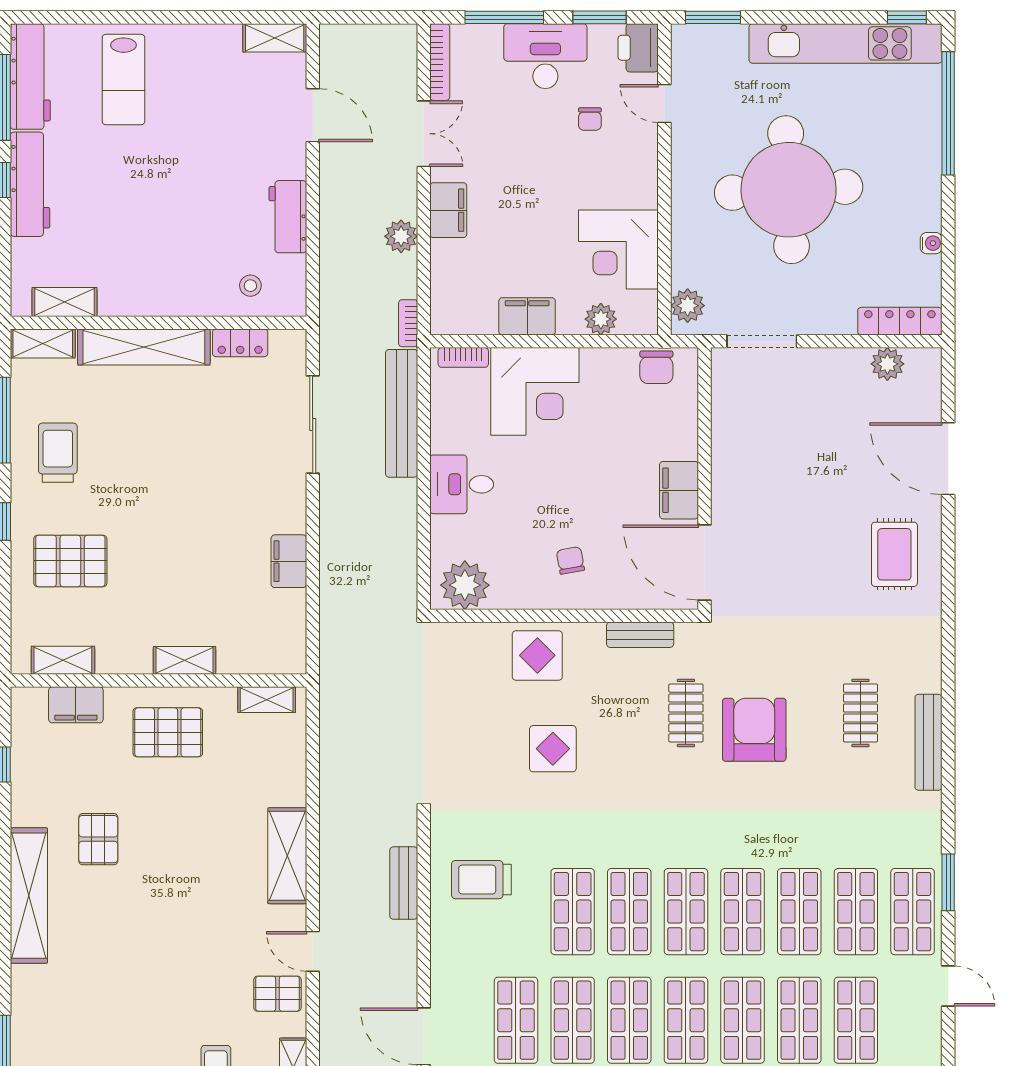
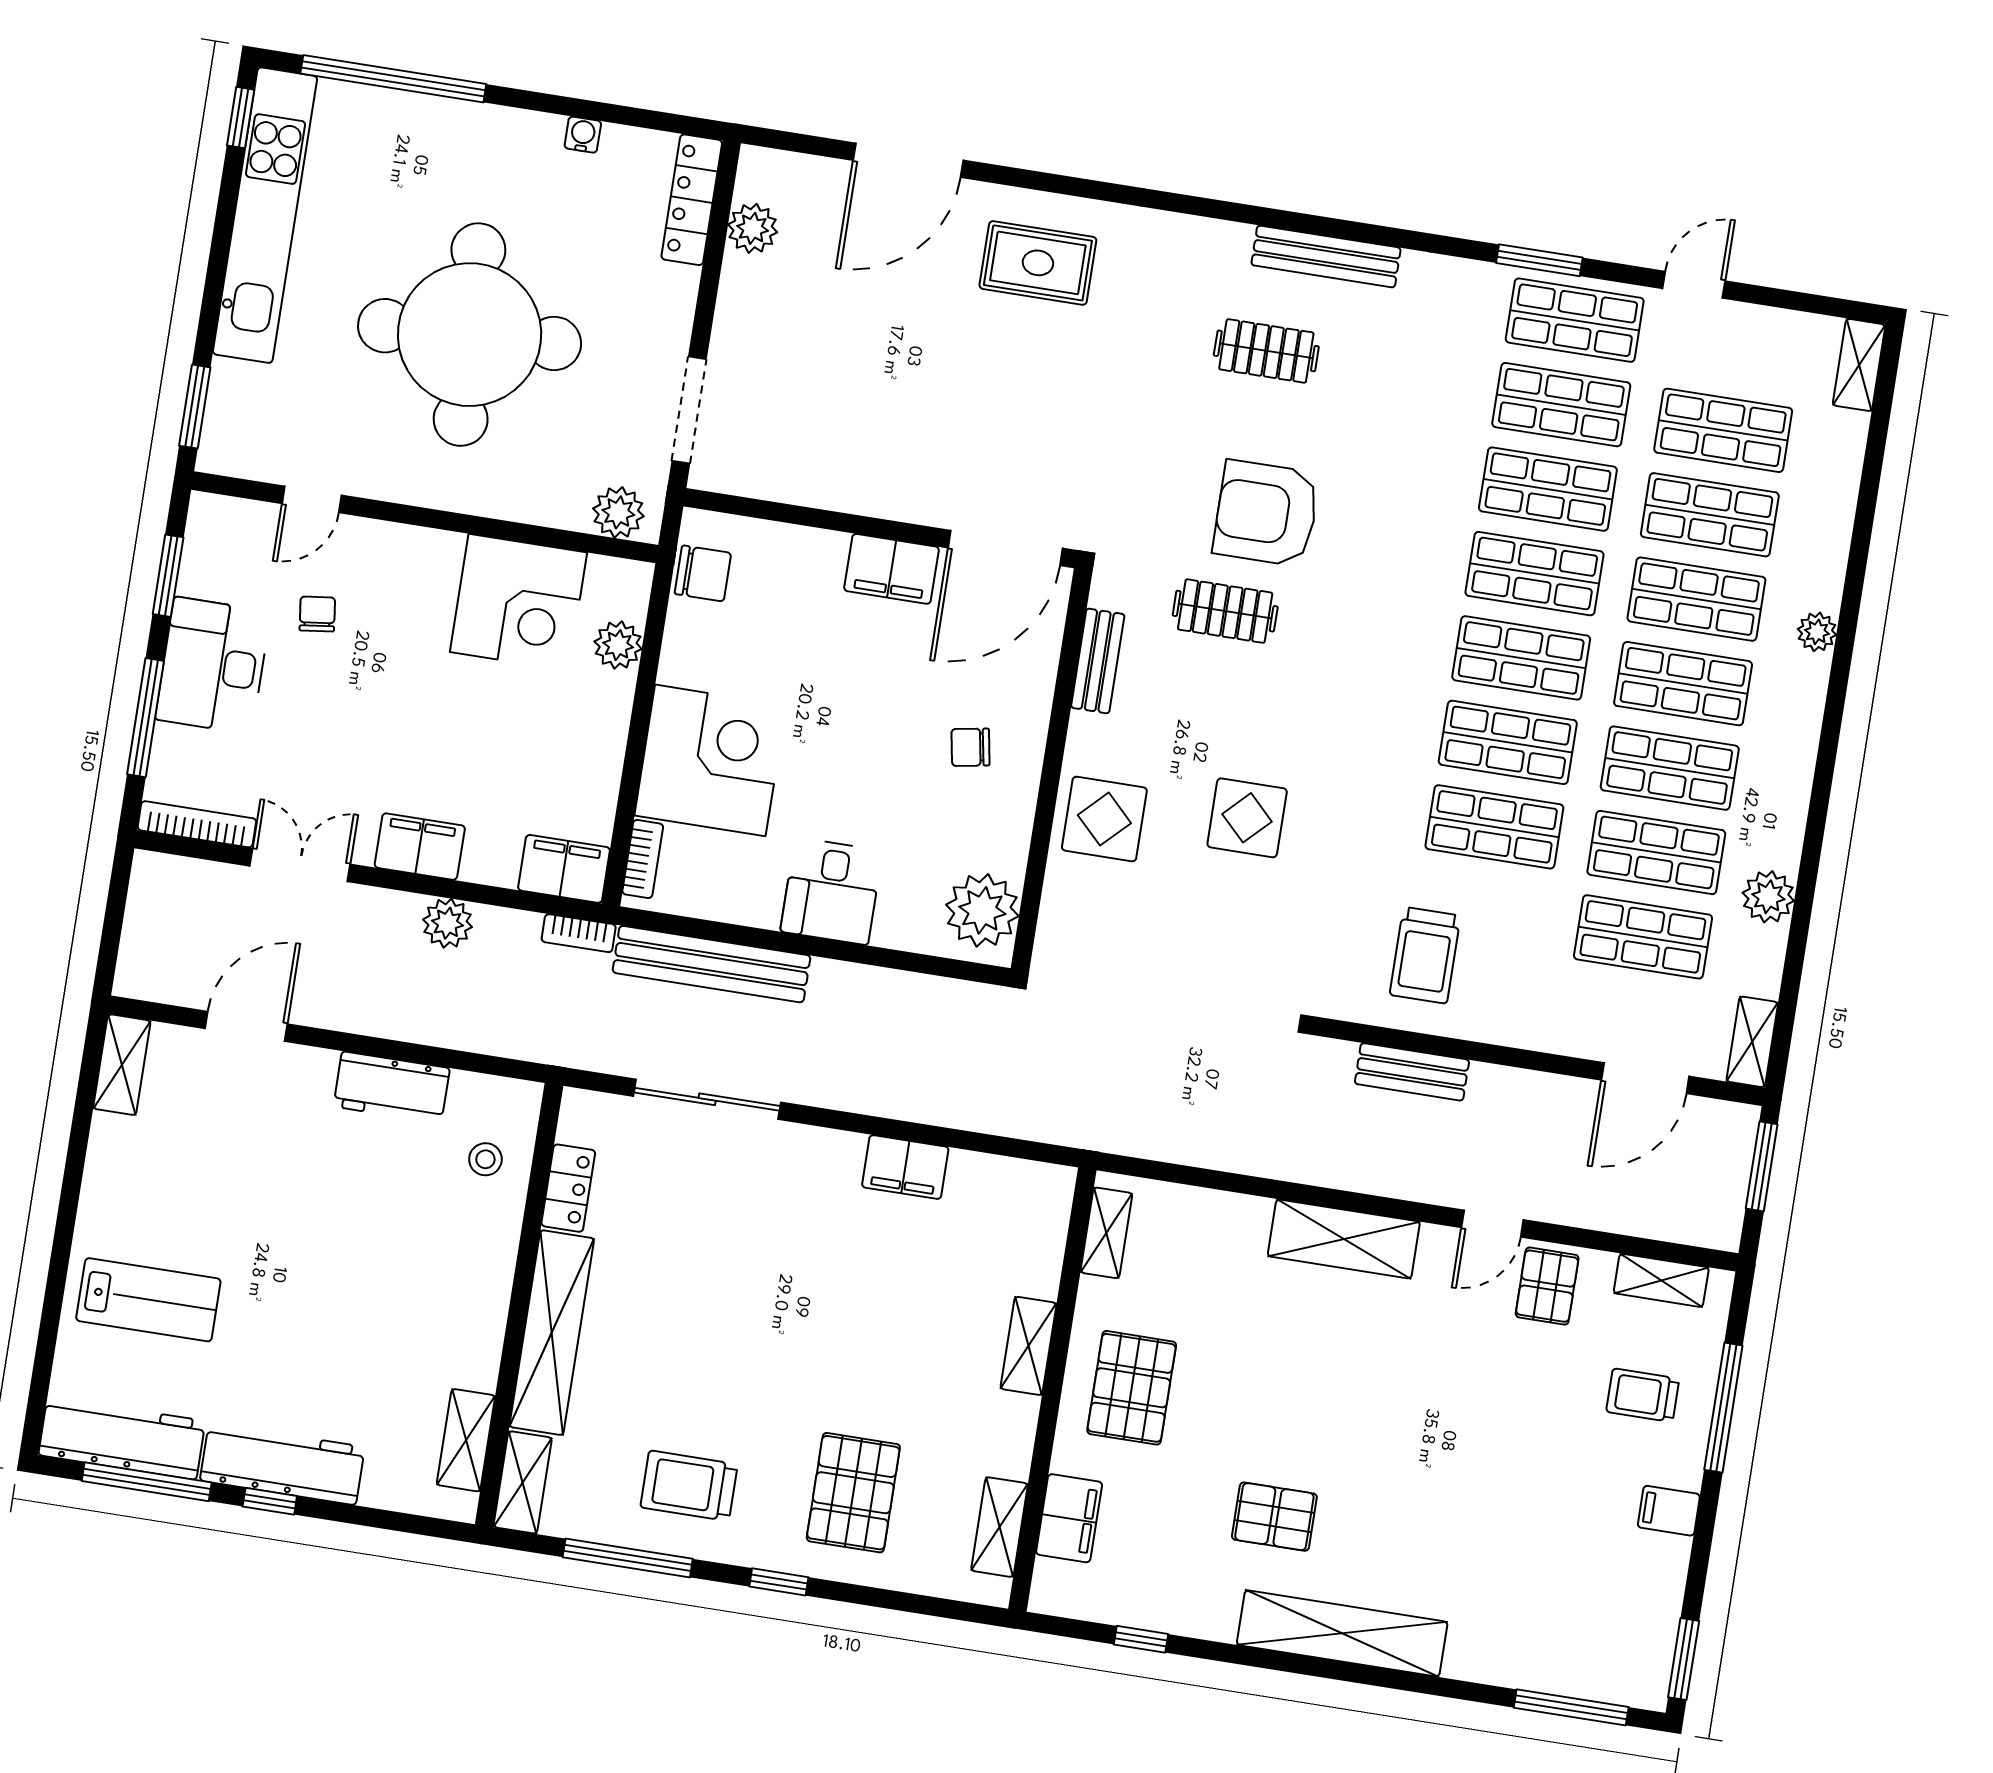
printer: (638, 48) -> (222, 525), removed
chair: (590, 119) -> (317, 614), turned -97
filing cabinet: (527, 316) -> (564, 869), moved, turned 90

